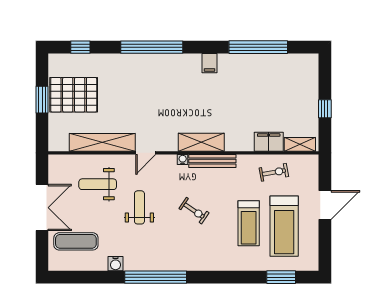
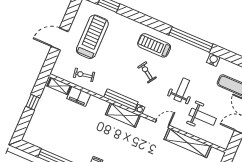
weight bench: (139, 207) -> (182, 90), turned 180
treadmill: (249, 223) -> (154, 45), moved, turned -90

